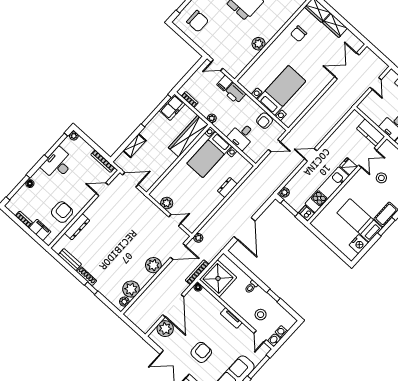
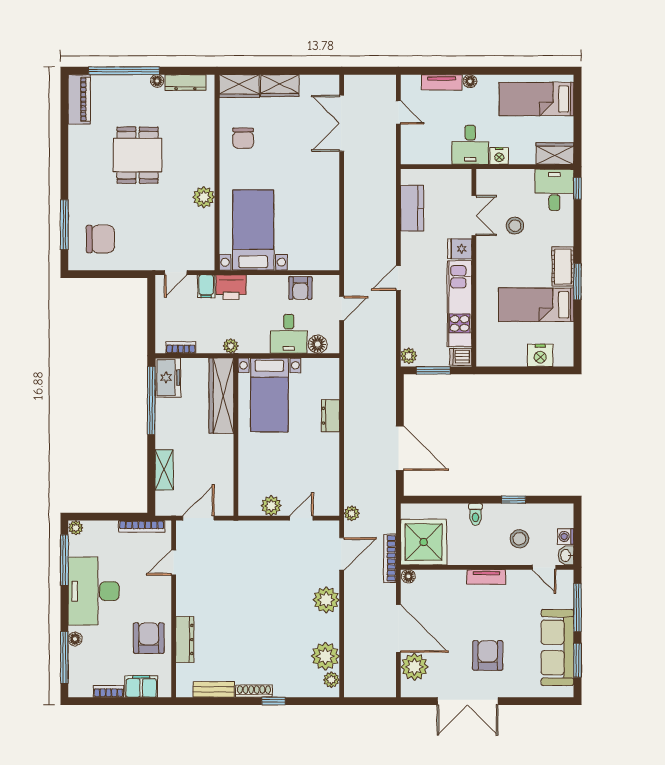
bed with nightstands: (281, 90) -> (253, 230), moved
kitchen counter: (371, 133) -> (412, 208), moved, turned -90
floor lamp: (250, 152) -> (318, 344), added
desk: (58, 164) -> (94, 591), width x1.36, depth x1.30
nightstand: (359, 244) -> (540, 355), moved, turned 90

